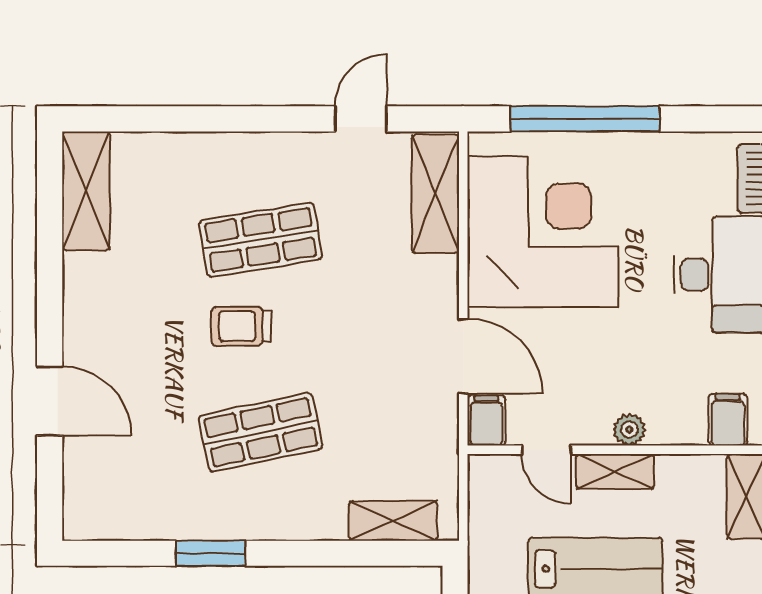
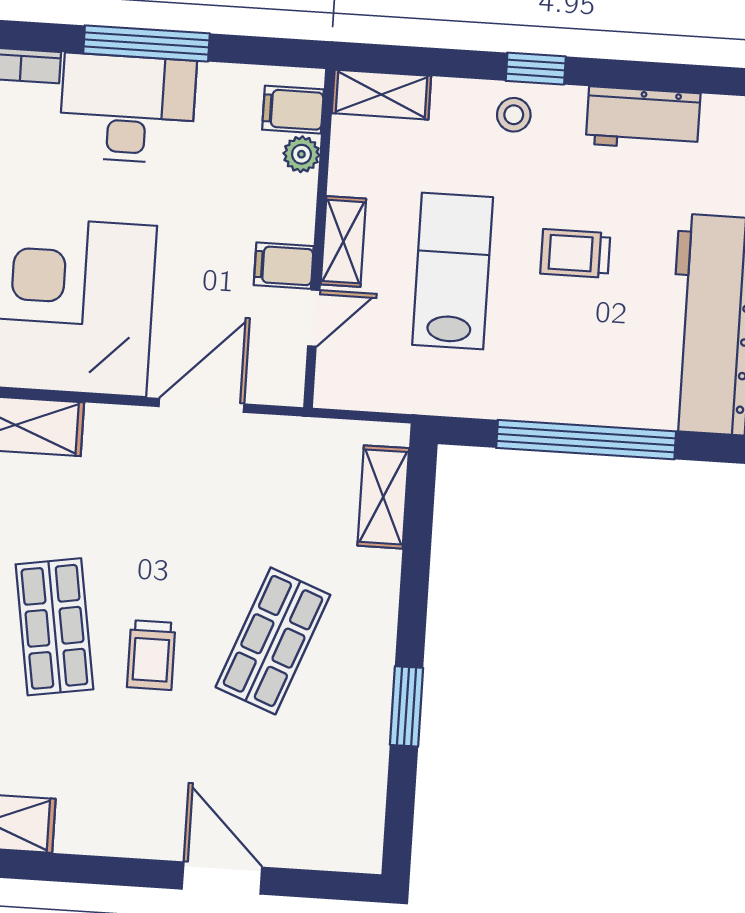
door: (50, 401) -> (222, 878), hinge flipped
filing cabinet: (486, 420) -> (284, 266), moved
plant: (629, 430) -> (301, 154), moved
shop shelf: (261, 432) -> (273, 641), turned 33

